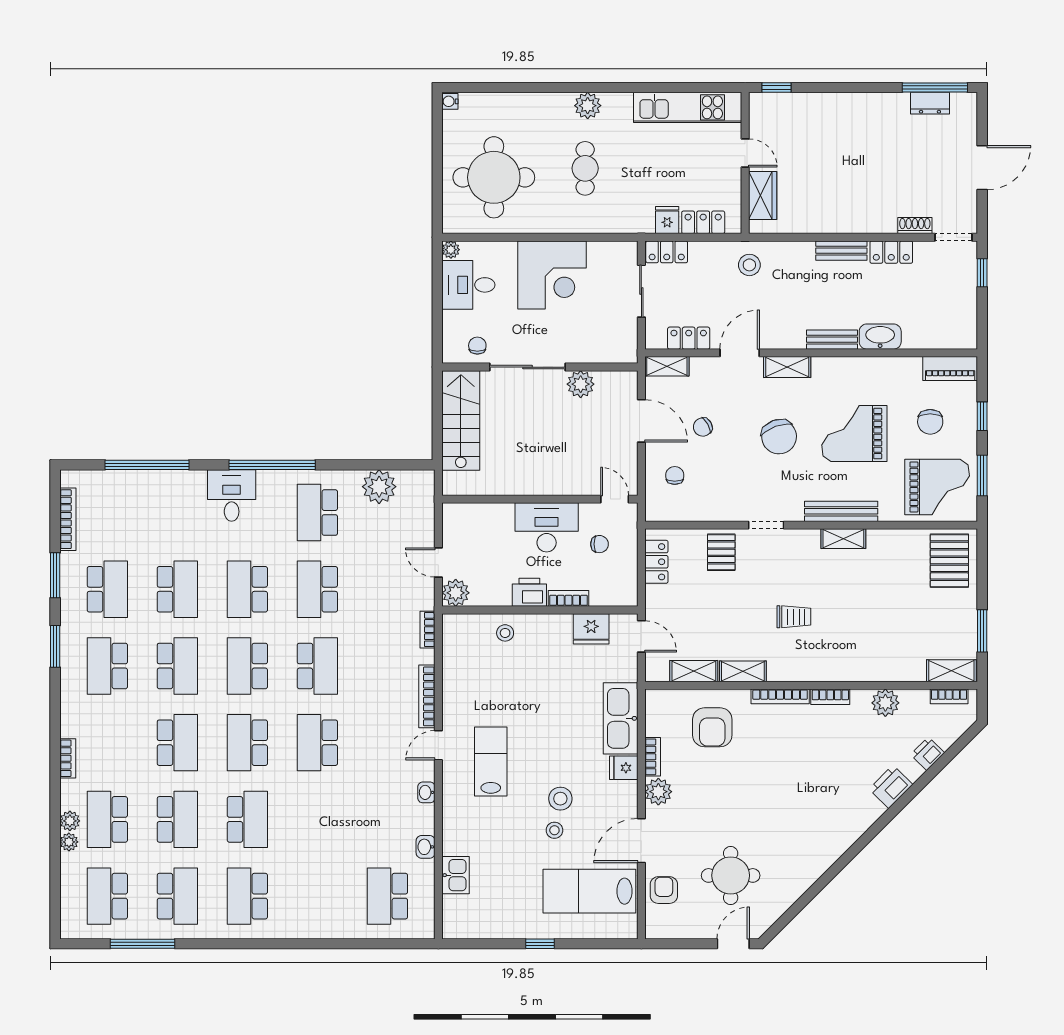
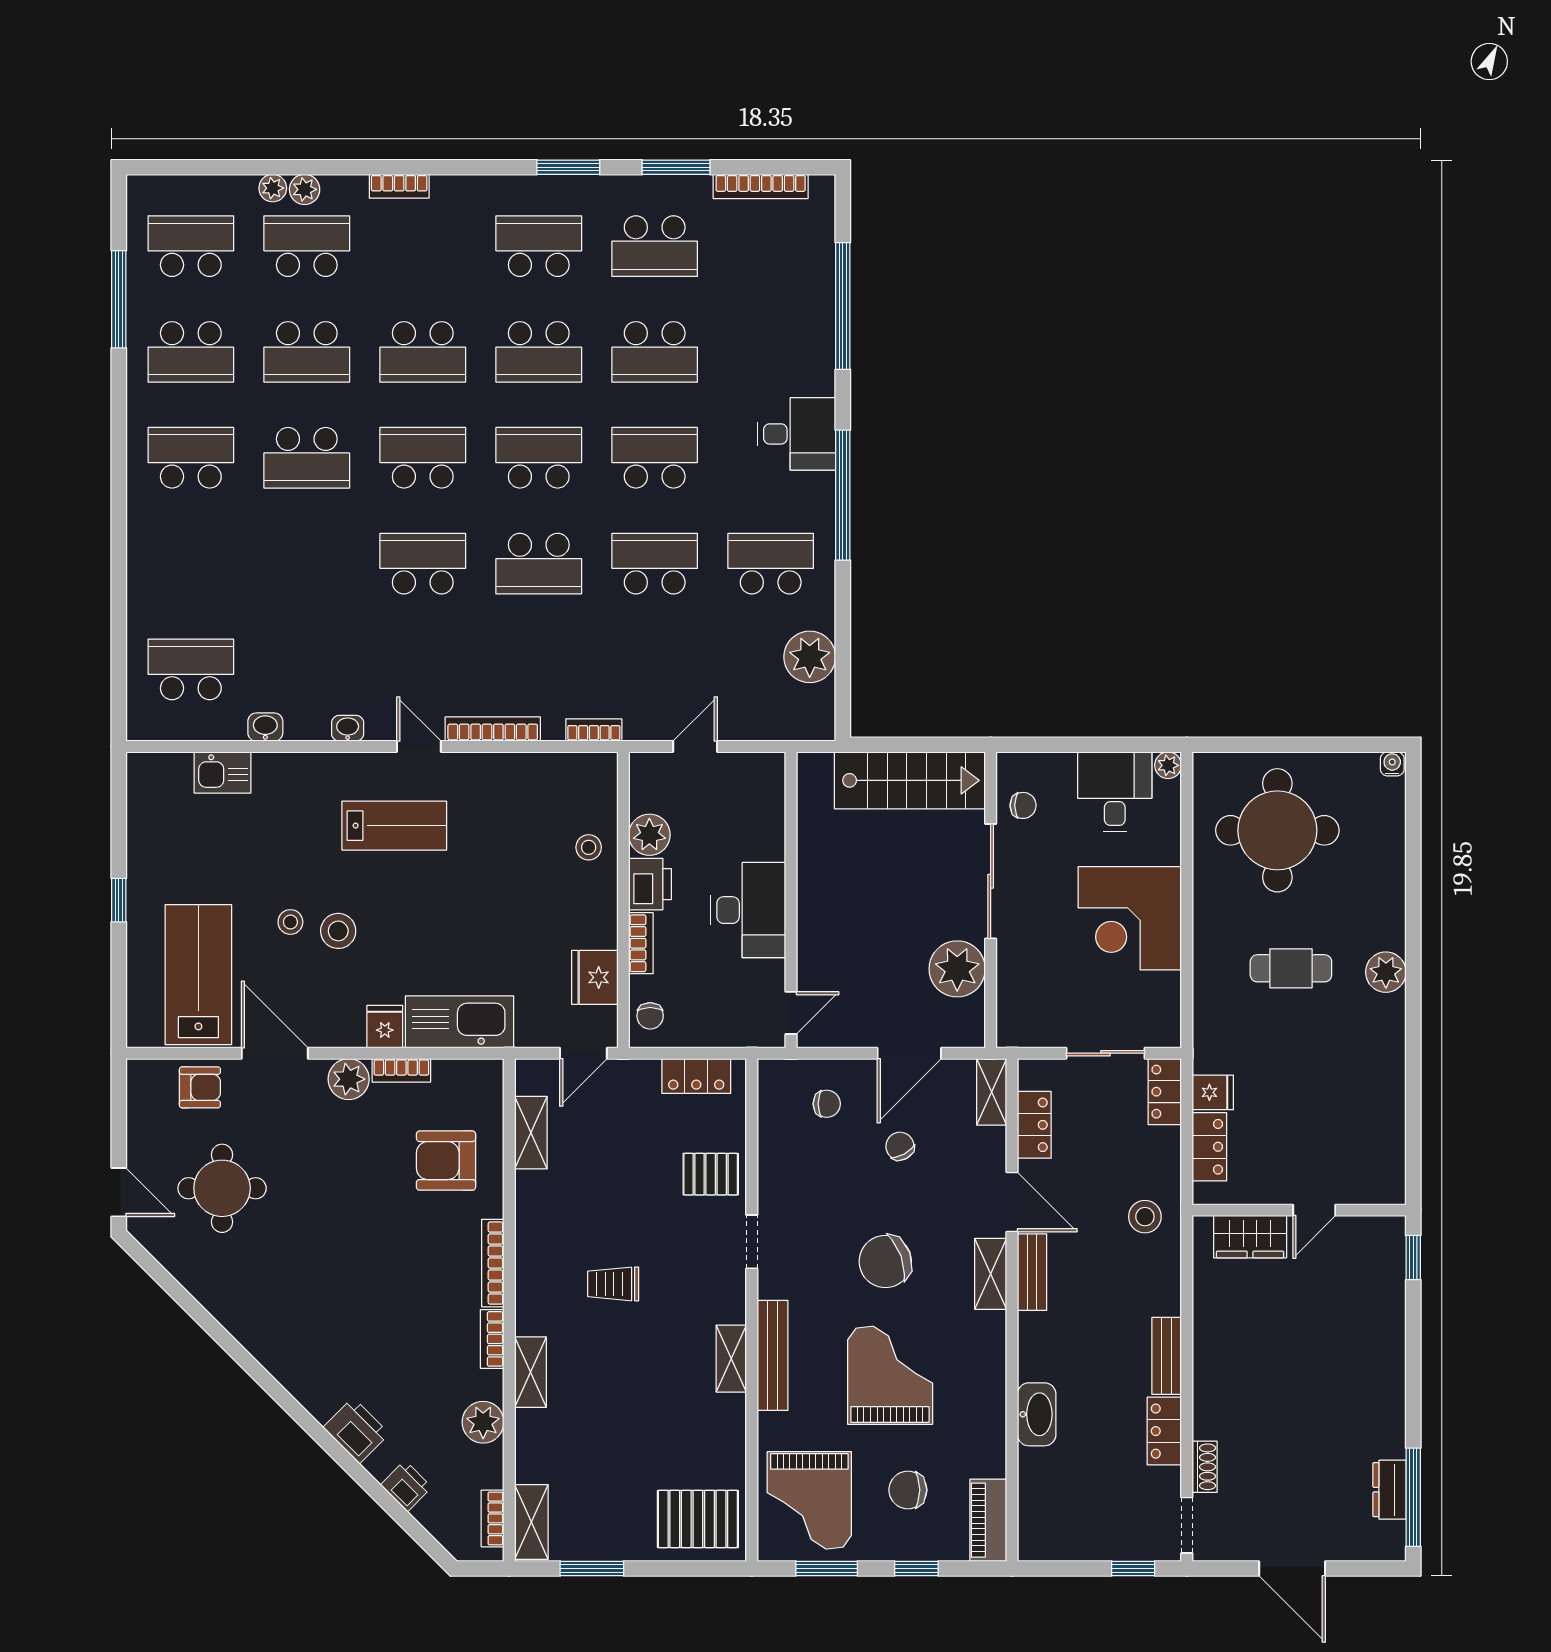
kitchen unit: (688, 107) -> (1383, 1123), removed
bench: (832, 340) -> (1032, 1272), moved
plant: (581, 384) -> (957, 969), width x1.36, depth x1.36
chair: (599, 544) -> (650, 1016), moved
plant: (456, 593) -> (649, 835), moved
trolley: (794, 617) -> (613, 1284), turned 90
shelving: (743, 671) -> (530, 1372), moved

